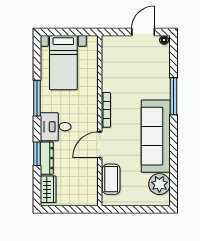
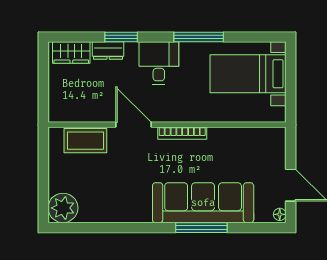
sofa: (156, 136) -> (203, 203), moved
dresser: (47, 158) -> (108, 51), width x0.70
plant: (159, 184) -> (63, 208), moved

